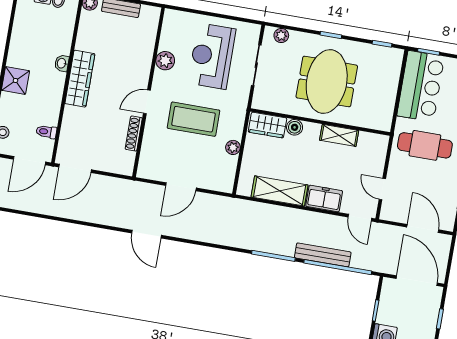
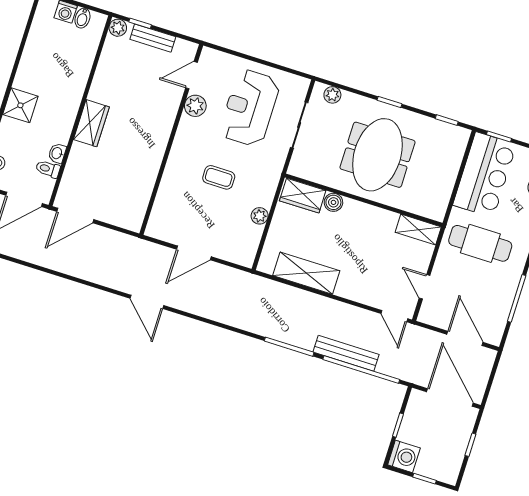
washbasin: (62, 63) -> (57, 153), moved
wardrobe: (80, 79) -> (91, 123), width x0.67
door: (147, 102) -> (192, 75), moved
coffee table: (193, 119) -> (219, 177), width x0.54, depth x0.58
shoe rack: (134, 134) -> (148, 185), removed
shelving: (339, 135) -> (418, 230), moved
freezer: (324, 199) -> (356, 289), removed

